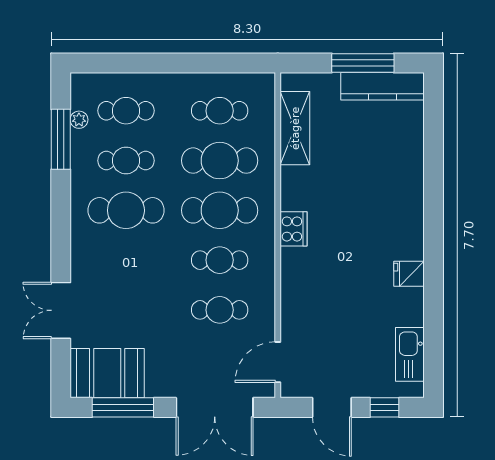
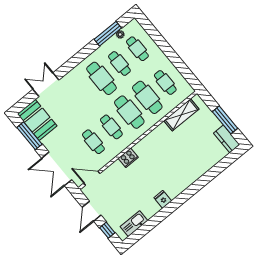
kitchen counter: (382, 86) -> (227, 139), width x0.67
cooker: (294, 229) -> (128, 158), moved

